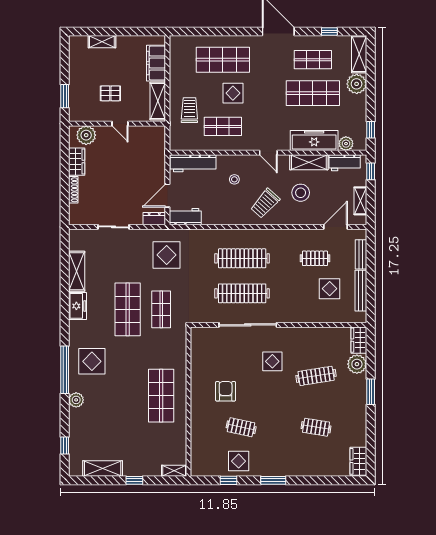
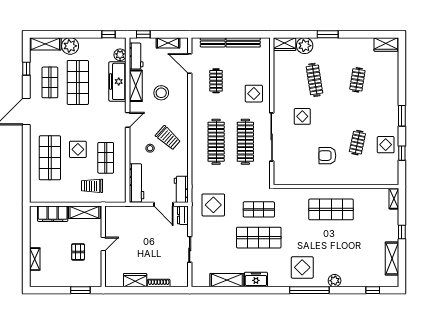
plant: (86, 135) -> (113, 272), removed
trolley: (265, 203) -> (168, 138), moved
display table: (330, 289) -> (254, 94), moved

